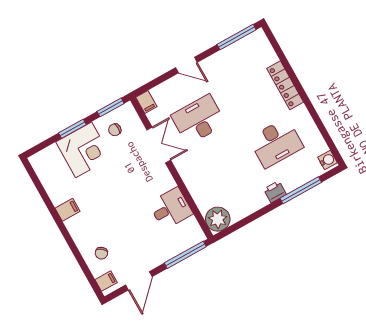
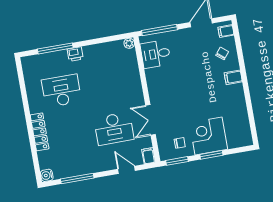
window: (237, 37) -> (77, 179), moved
door: (186, 65) -> (126, 170), moved
water cooler: (327, 160) -> (47, 175), moved
desk: (171, 208) -> (156, 54), moved
filing cabinet: (68, 210) -> (233, 77), moved
plant: (218, 219) -> (129, 43), width x0.53, depth x0.53

